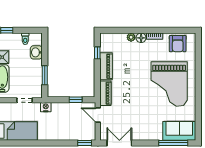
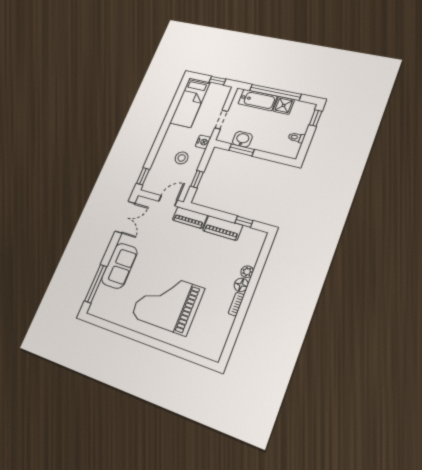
armchair: (178, 44) -> (214, 333), removed
washbasin: (36, 52) -> (242, 139), moved
stool: (62, 119) -> (182, 158), added
sofa: (179, 131) -> (119, 266), moved

